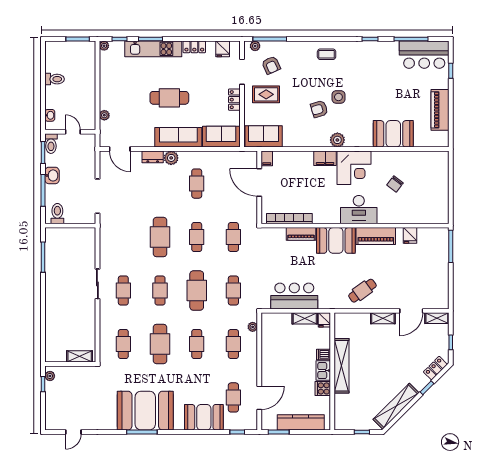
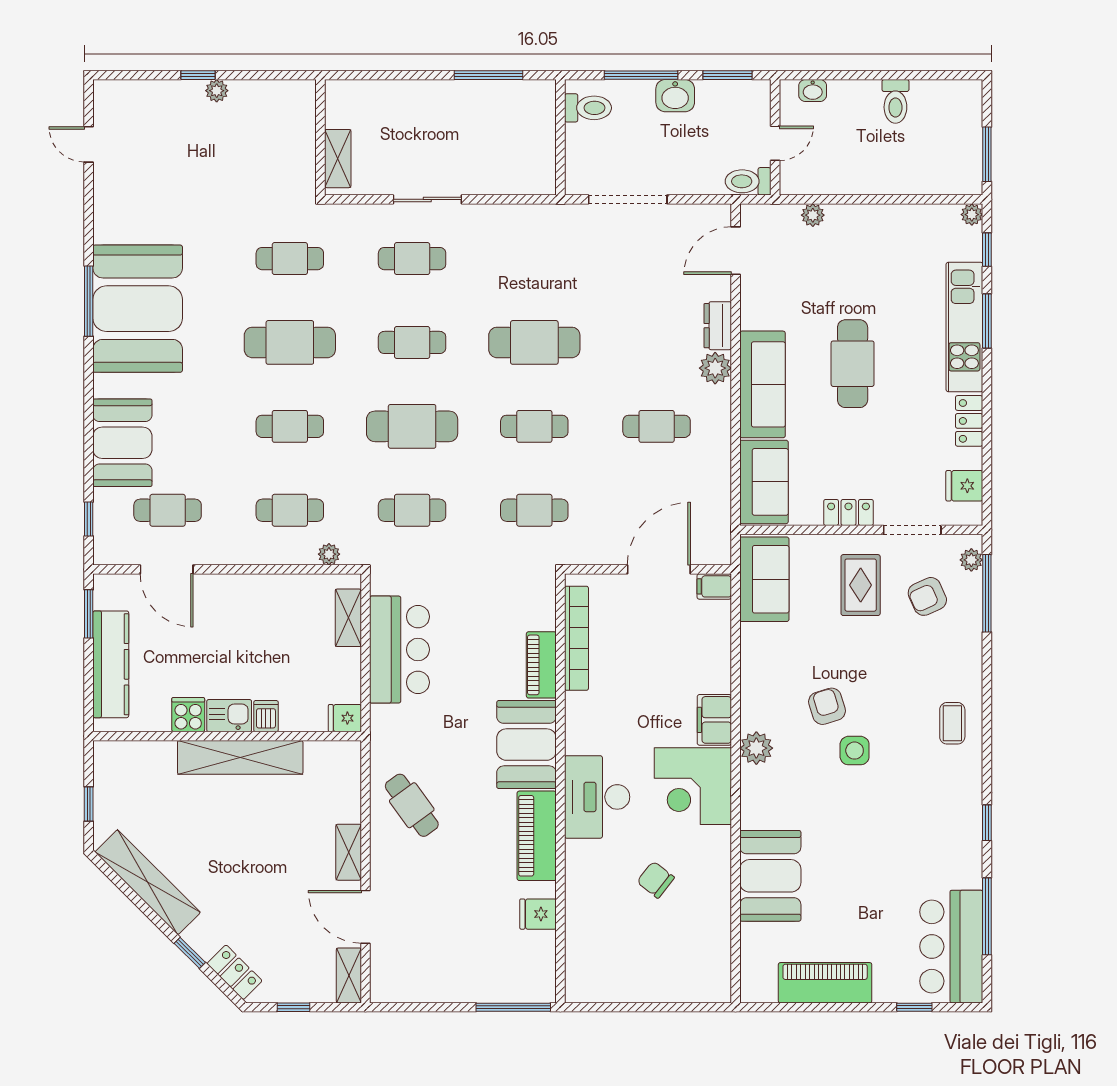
toilet: (51, 144) -> (748, 181), moved
shelving: (305, 318) -> (348, 618), moved
shelving: (80, 356) -> (338, 159), moved
wall: (70, 364) -> (320, 137), moved

